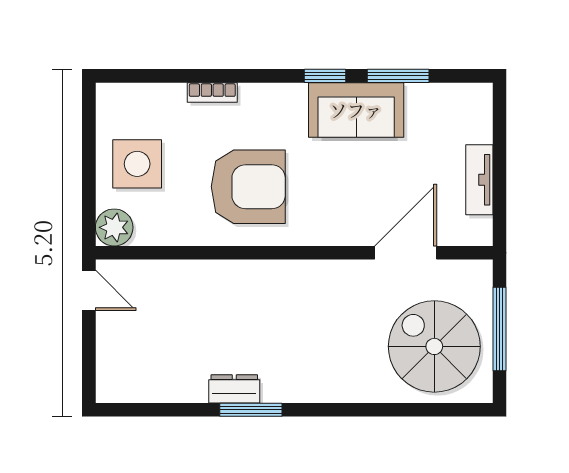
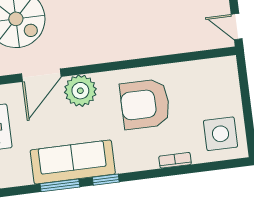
sofa: (356, 110) -> (73, 162), width x1.36
side table: (137, 164) -> (221, 134), moved
plant: (114, 227) -> (80, 91), moved, width x1.36, depth x1.36

